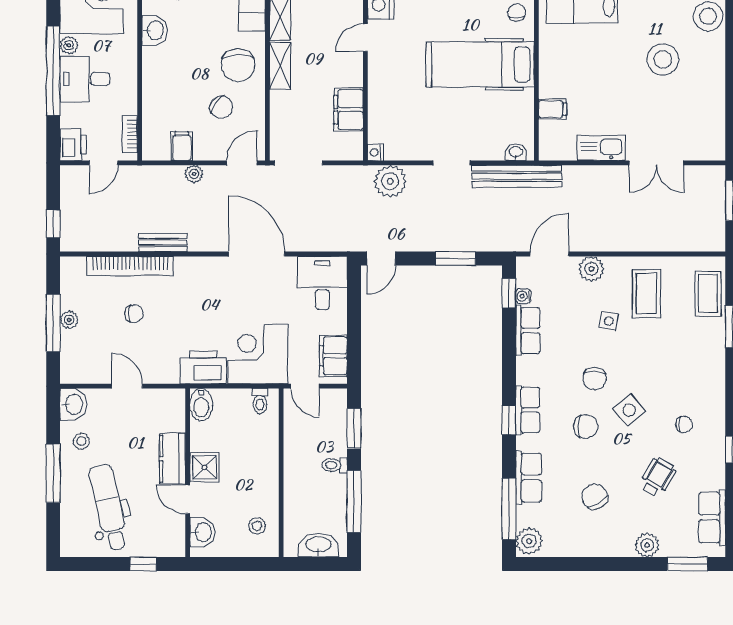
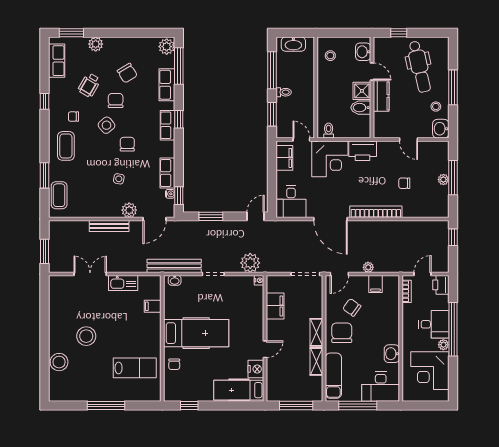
bench: (163, 243) -> (109, 226), moved, width x1.36
bookcase: (130, 266) -> (376, 212), moved
coffee table: (646, 293) -> (66, 146), moved
bidet: (201, 405) -> (361, 108), moved, turned -90
chair: (586, 427) -> (116, 101), moved, turned 88

